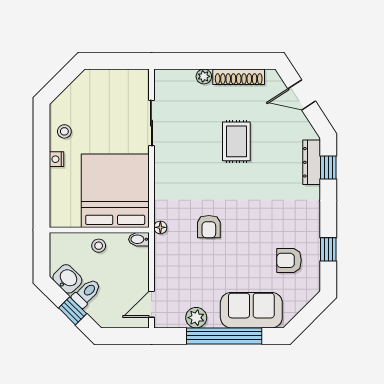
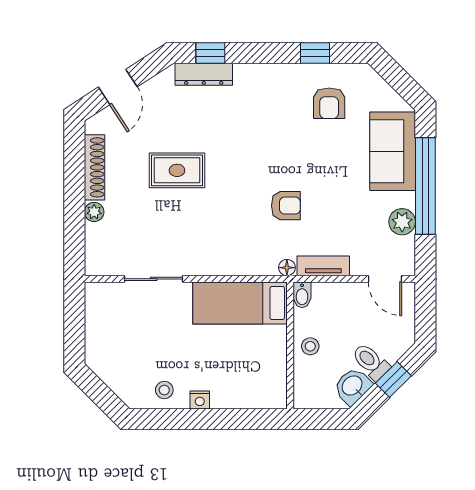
bed: (115, 191) -> (240, 303), width x0.49
tv unit: (162, 256) -> (323, 266), added

